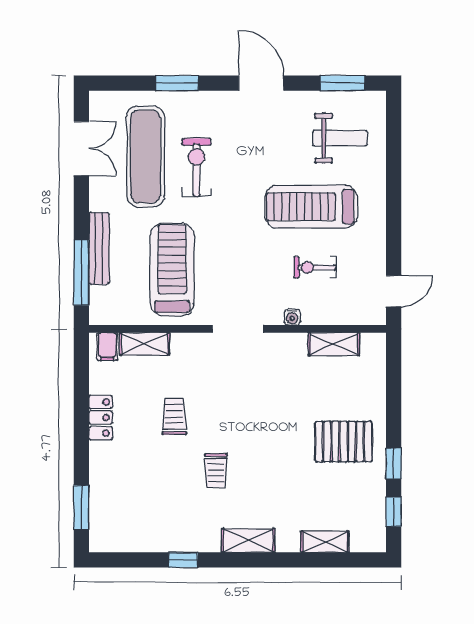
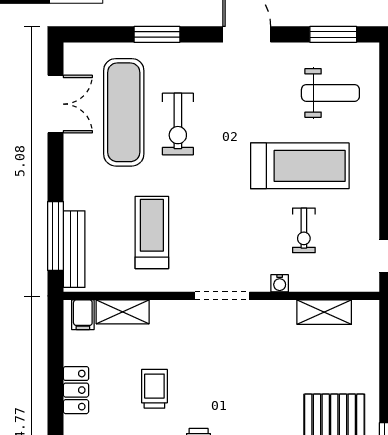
exercise bike: (196, 167) -> (178, 124), turned 180
treadmill: (311, 207) -> (300, 166), turned 180
bench: (99, 248) -> (74, 249), moved
exercise bike: (315, 267) -> (304, 230), turned -90
treadmill: (172, 269) -> (152, 232), width x0.73, depth x0.73

